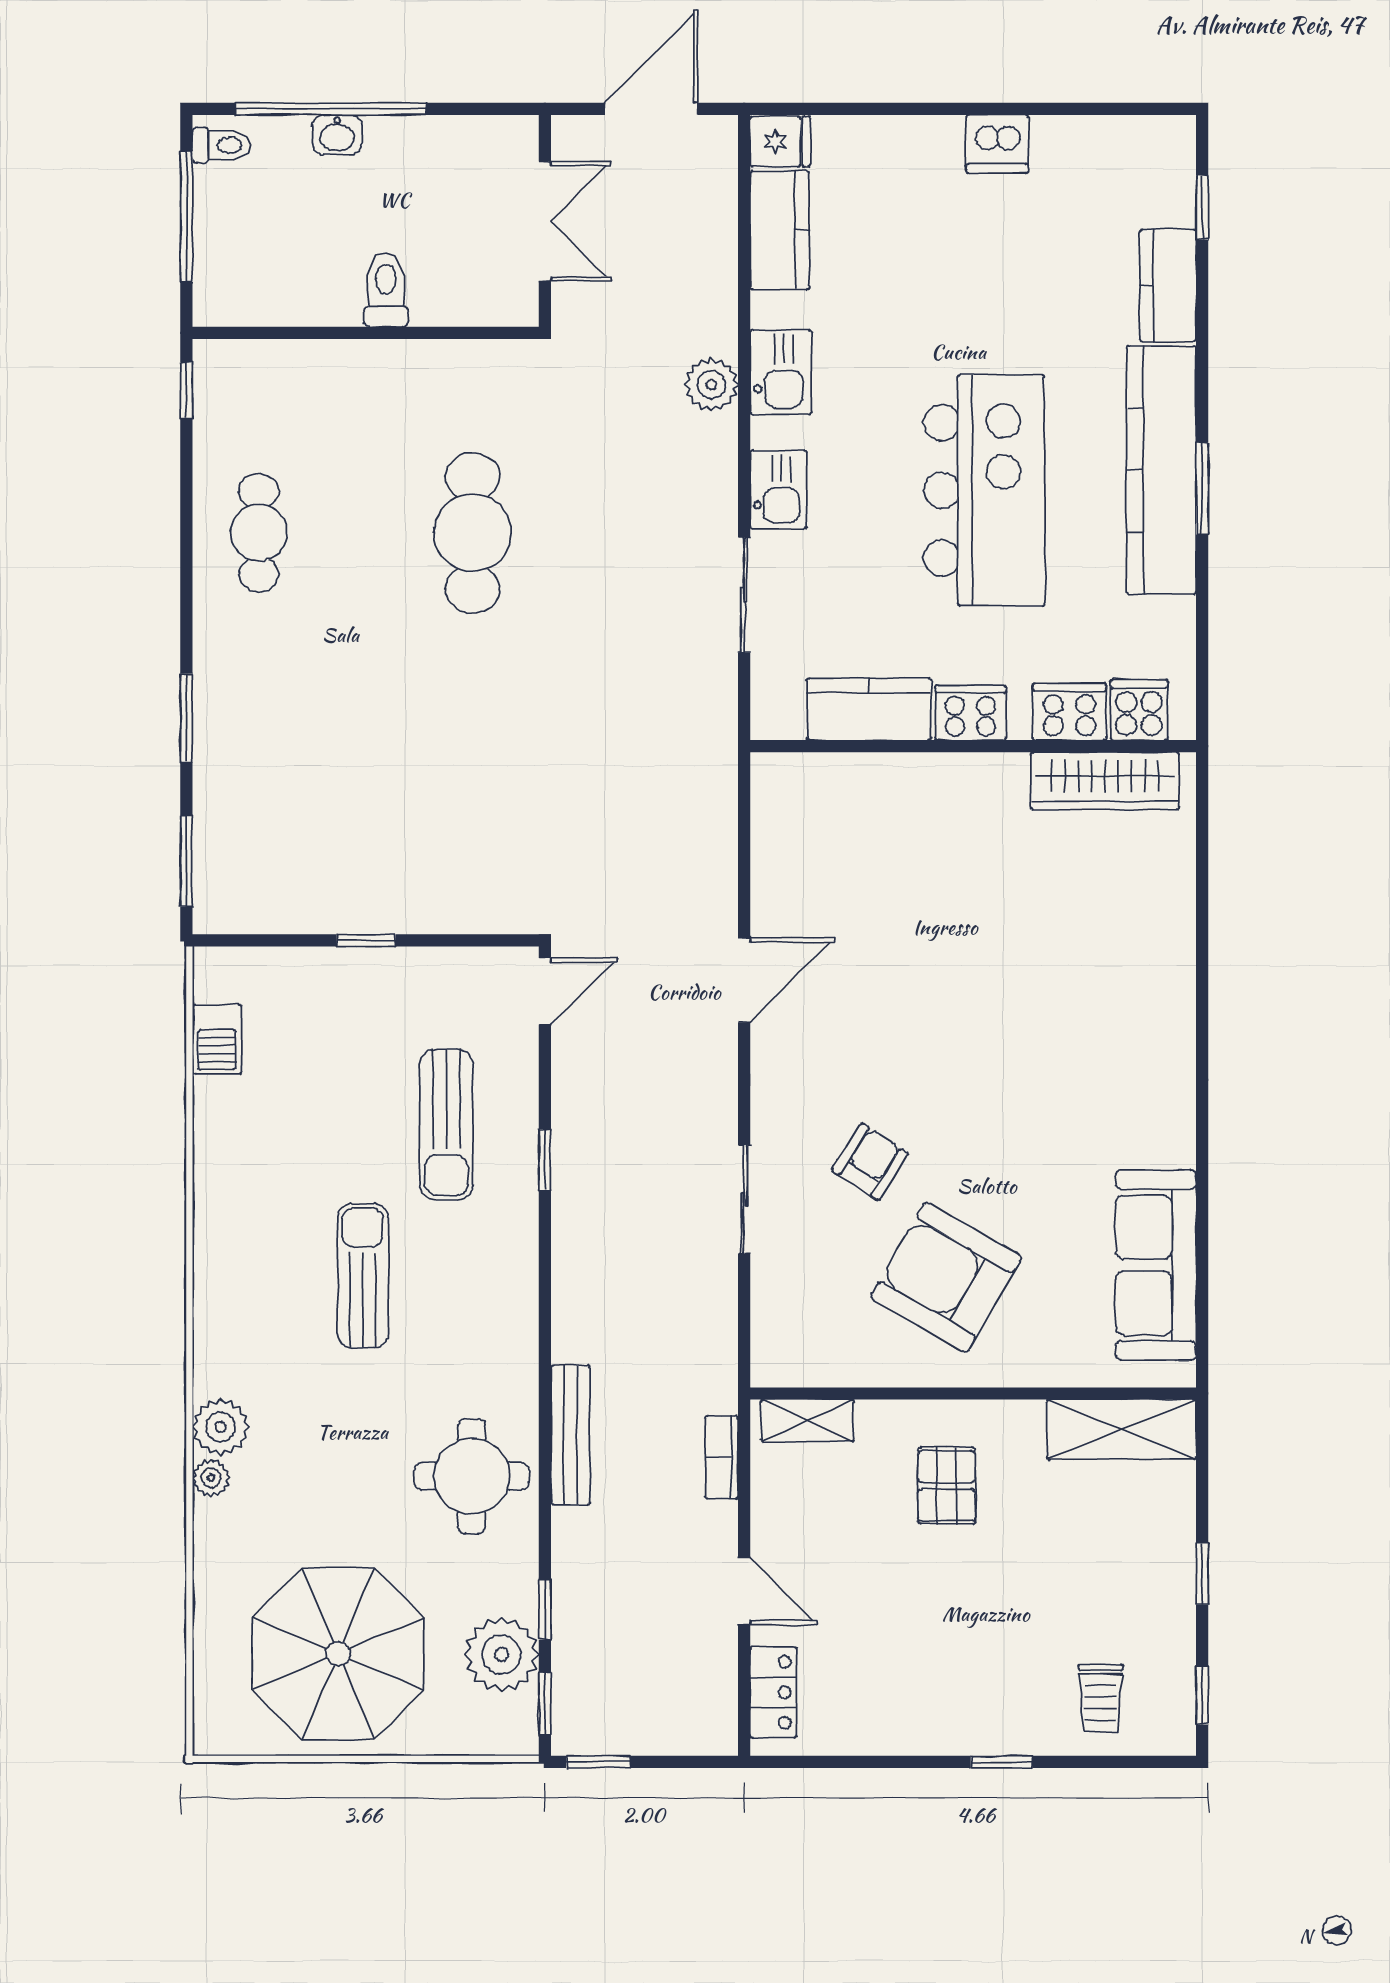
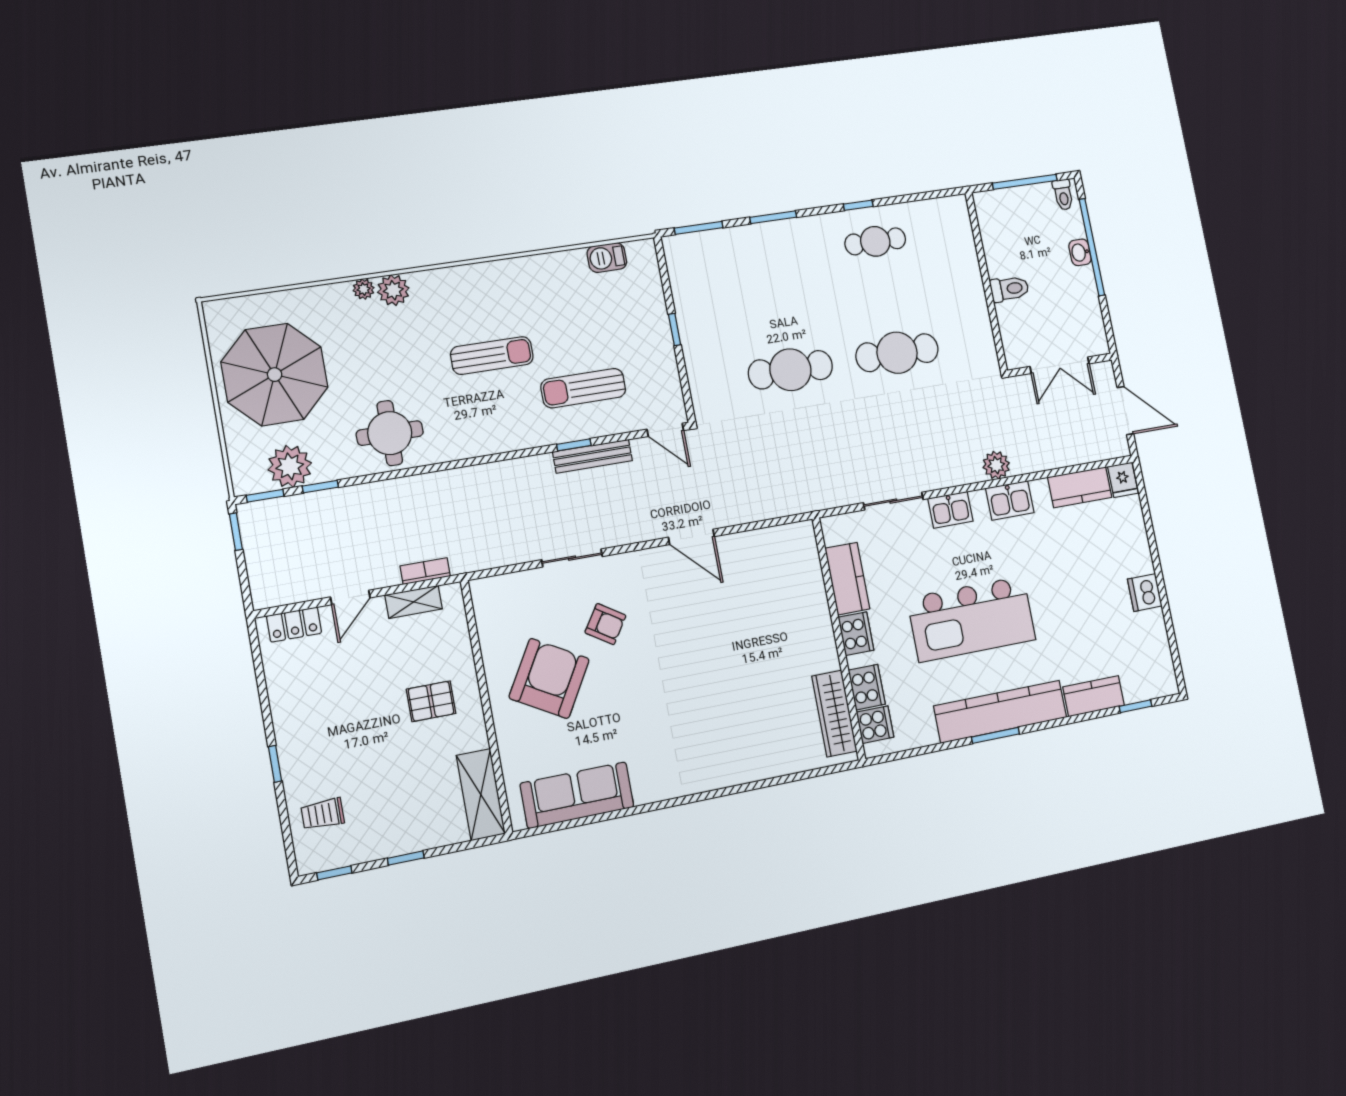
window: (186, 390) -> (858, 205), moved
cafe table: (473, 740) -> (790, 370), added
shelving: (807, 1420) -> (414, 602), moved, turned 90
bench: (570, 1435) -> (592, 456), moved

